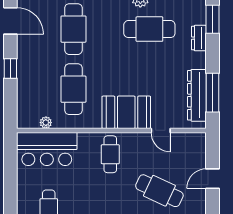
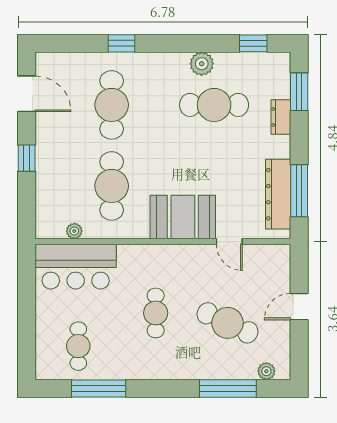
cafe table: (110, 154) -> (156, 313), moved

